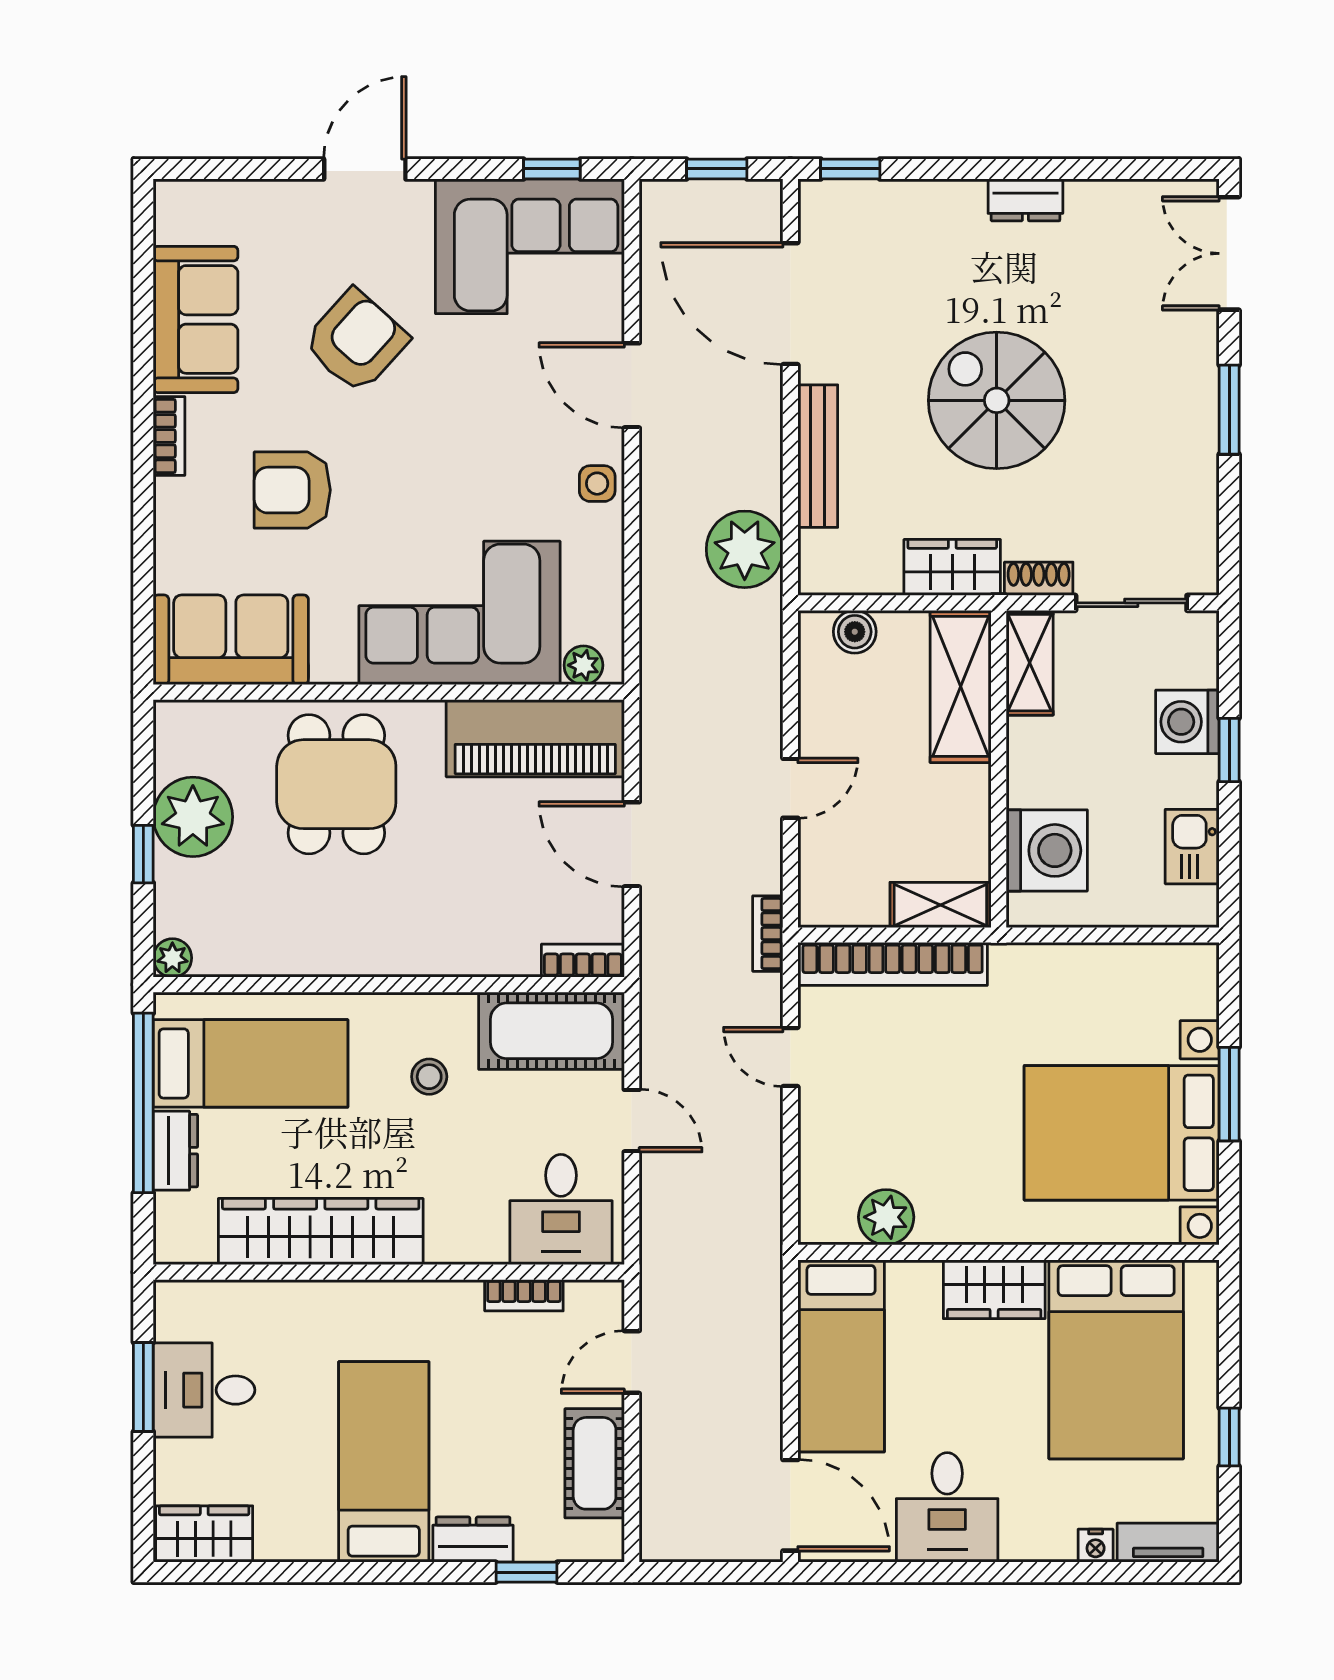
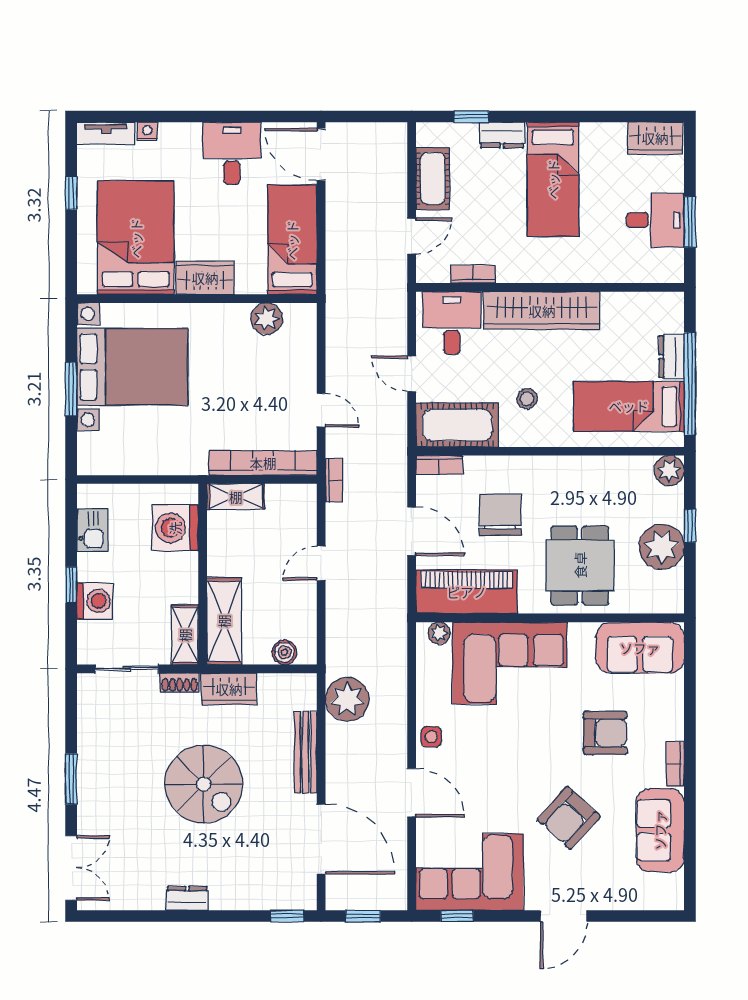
chair: (477, 873) -> (500, 515), added
plant: (172, 958) -> (669, 471), width x1.38, depth x1.38
wardrobe: (321, 1232) -> (542, 311), moved

